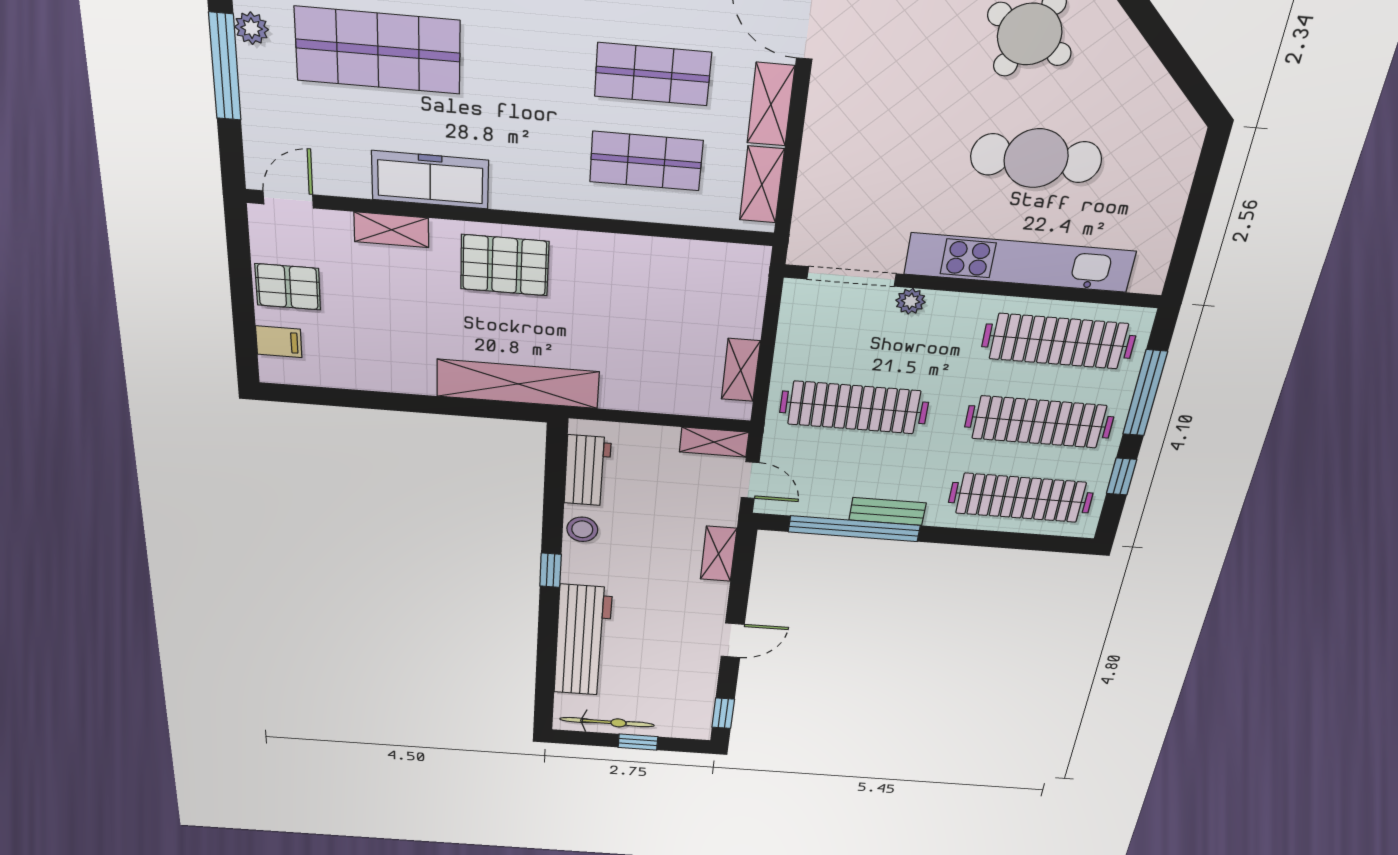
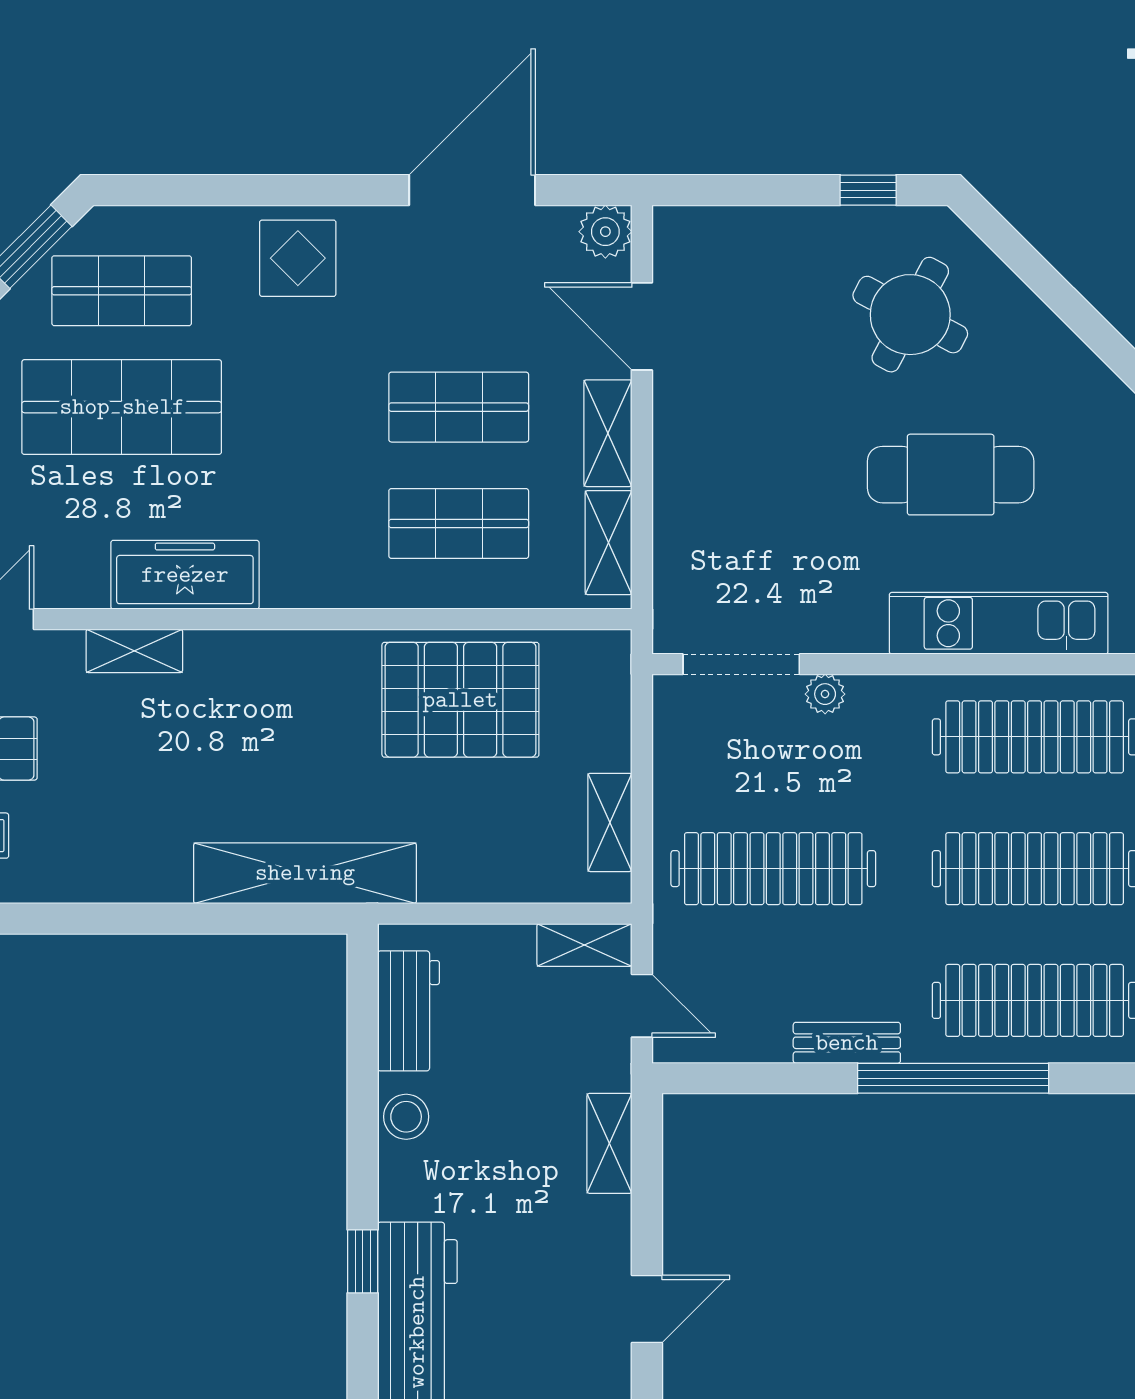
kitchen unit: (1020, 263) -> (999, 623), width x0.73
pallet: (505, 265) -> (460, 700), moved, width x1.37, depth x1.41
window: (854, 529) -> (953, 1078), moved
window: (551, 570) -> (363, 1261), moved

